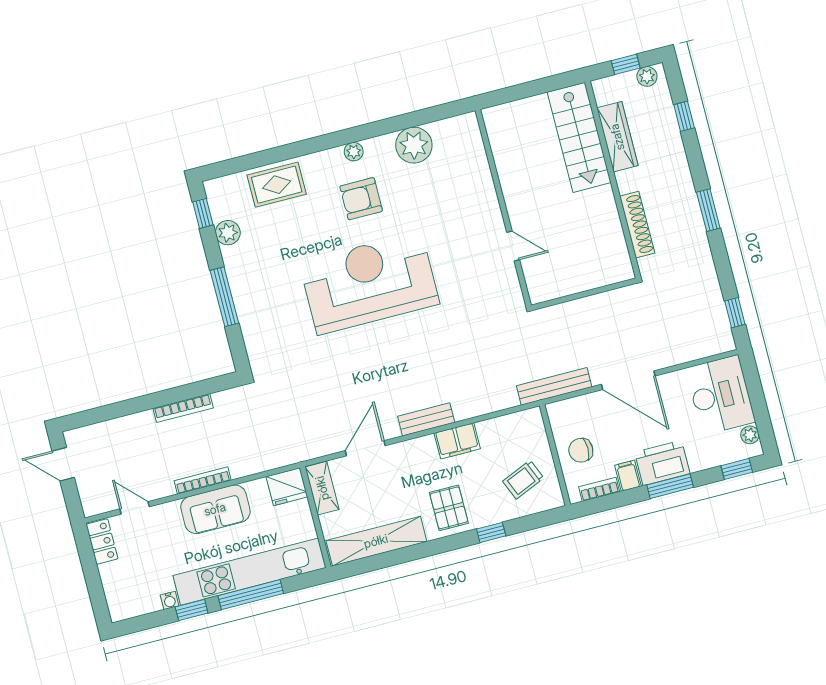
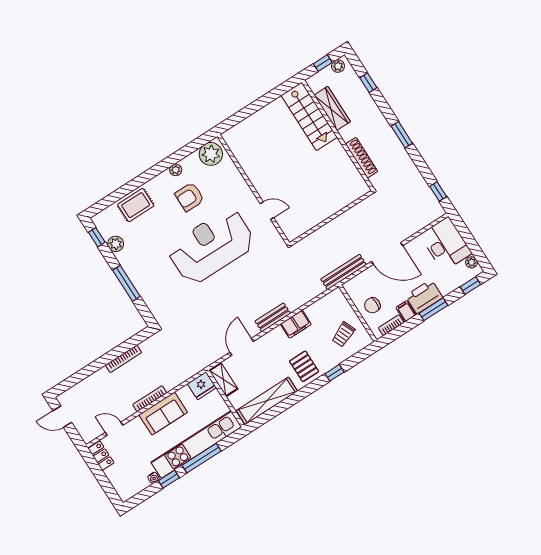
wall: (503, 208) -> (253, 190), moved
door: (513, 246) -> (267, 211), moved

